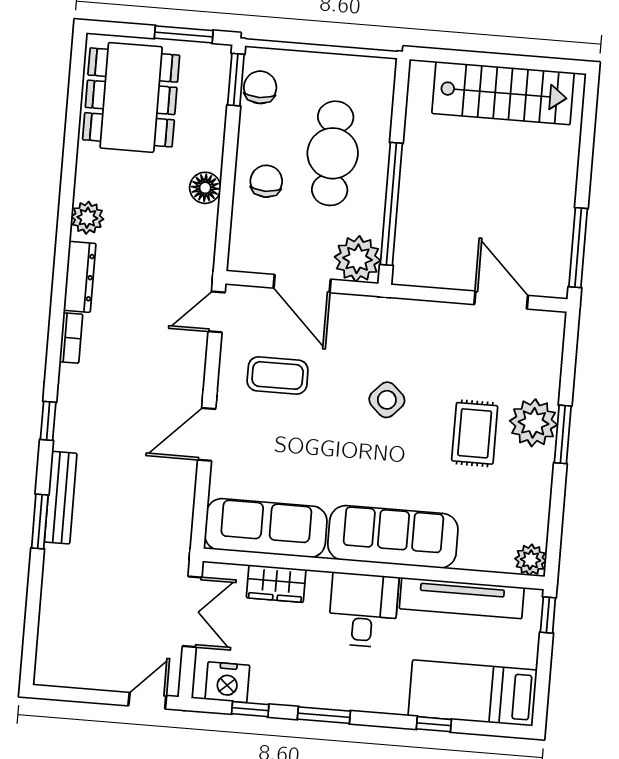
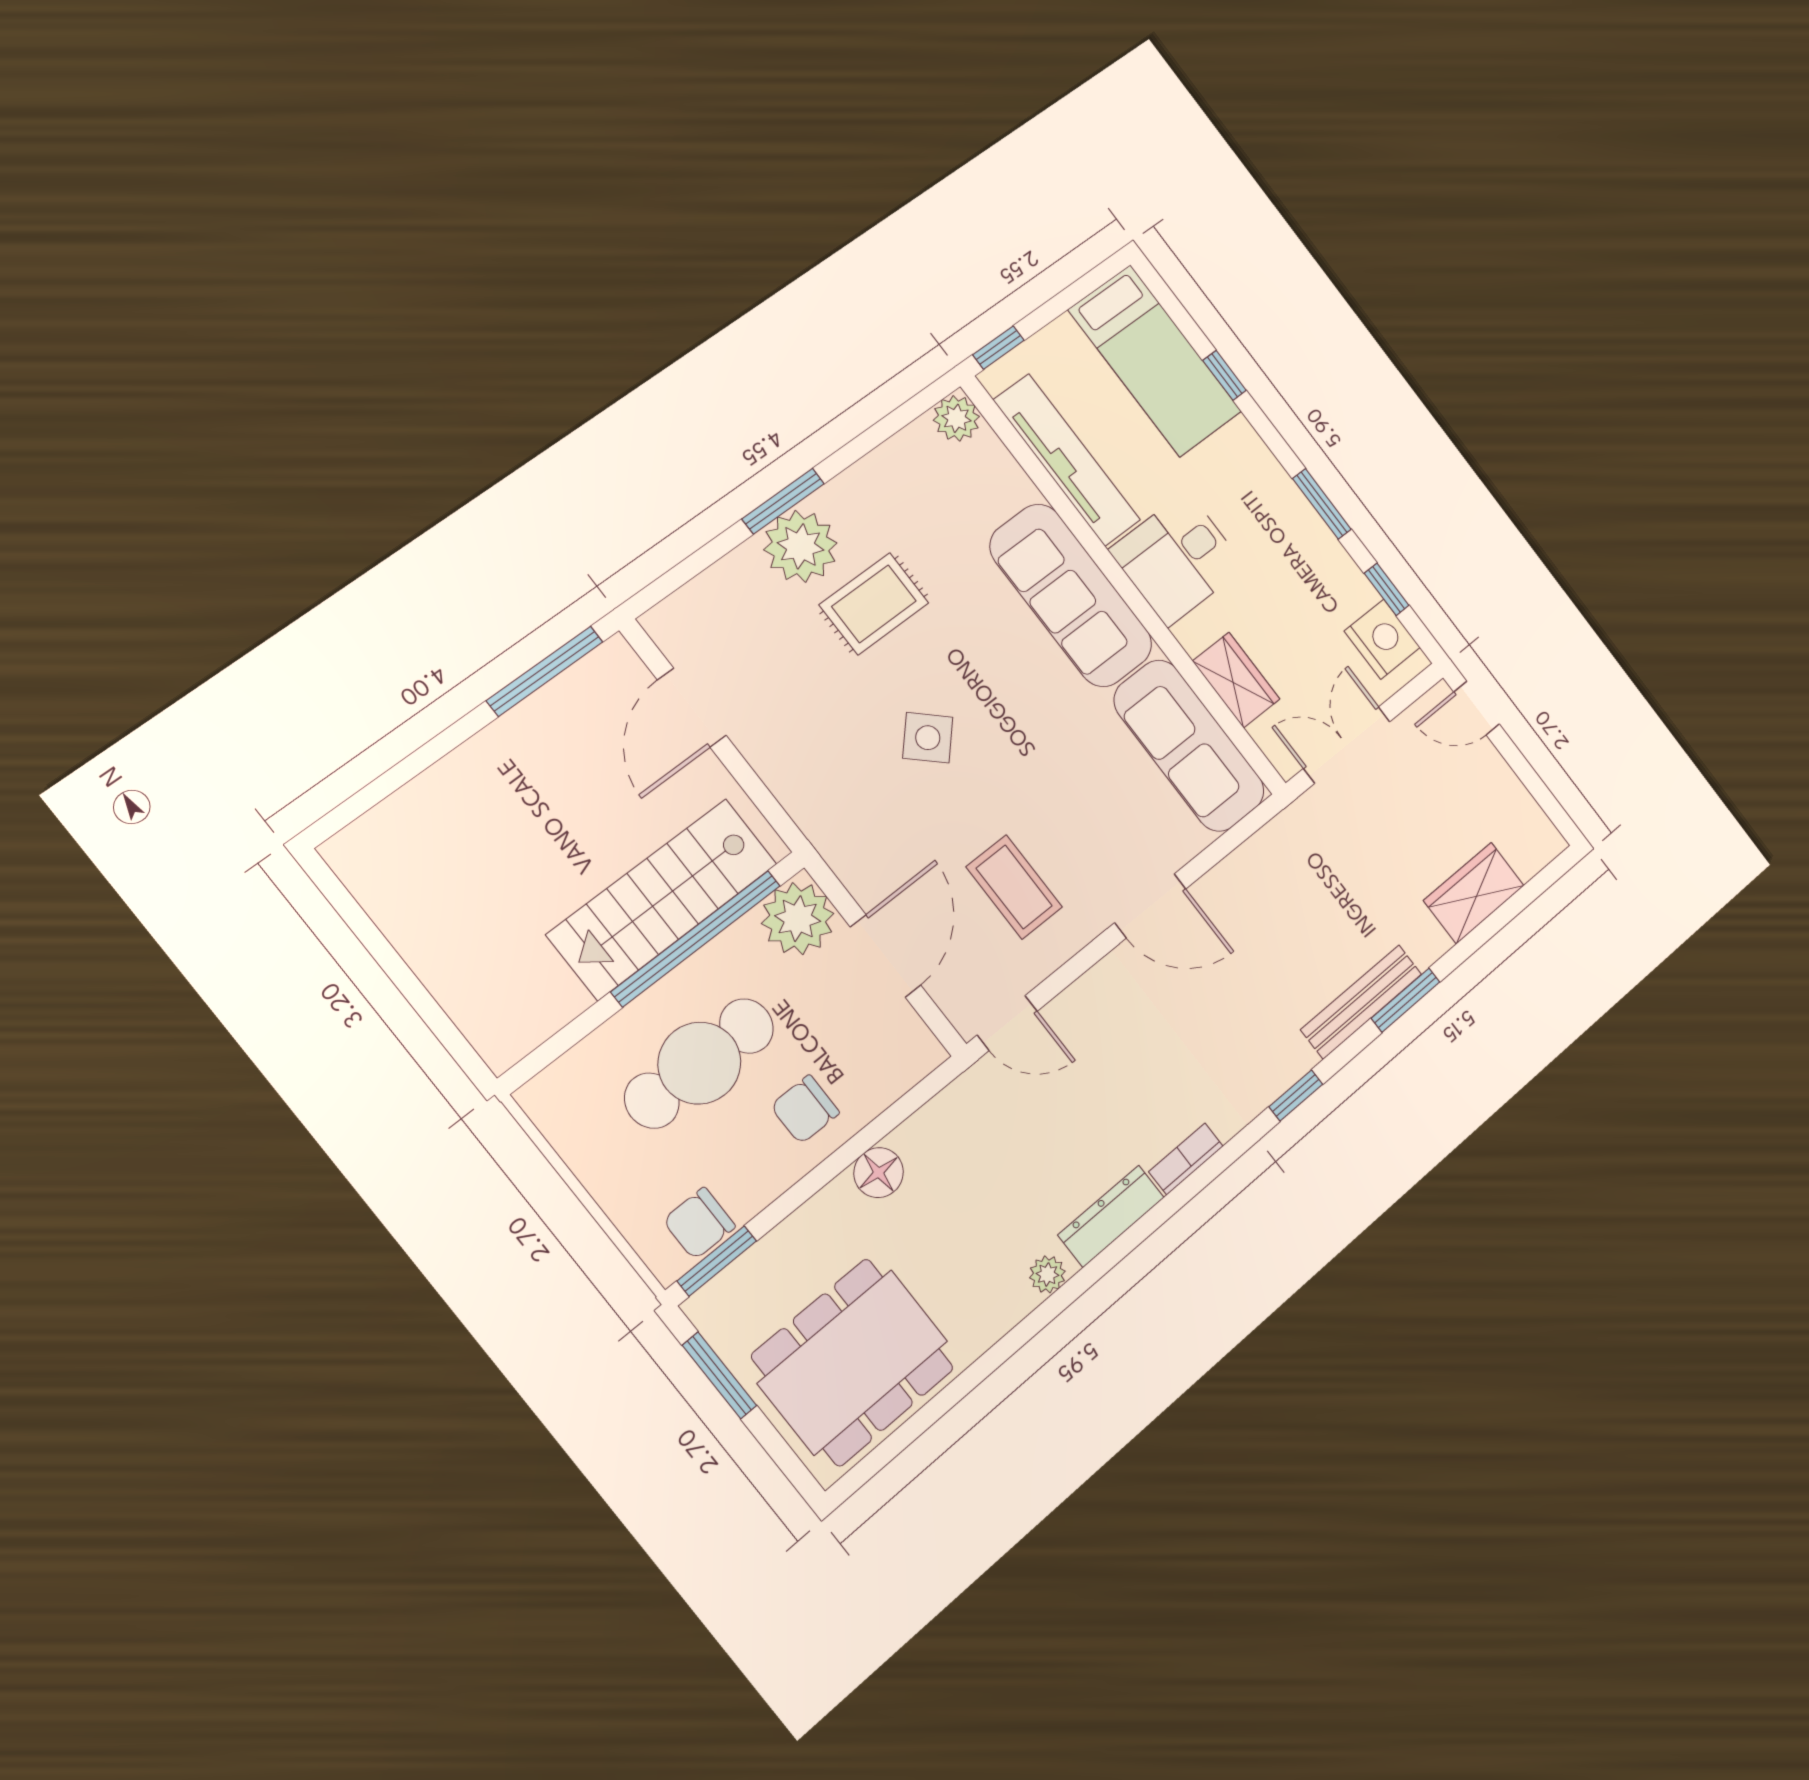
stairs: (503, 93) -> (663, 899), moved, turned -90
plant: (87, 218) -> (1047, 1274), width x0.73, depth x0.73
wardrobe: (58, 609) -> (1474, 893), added

